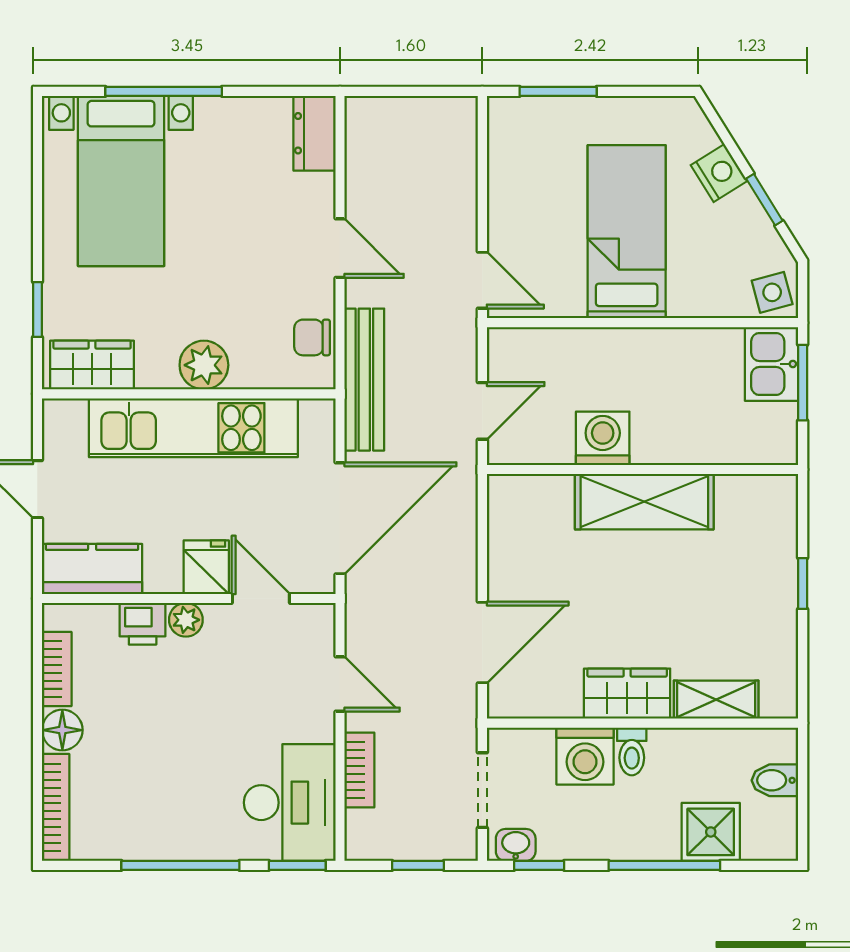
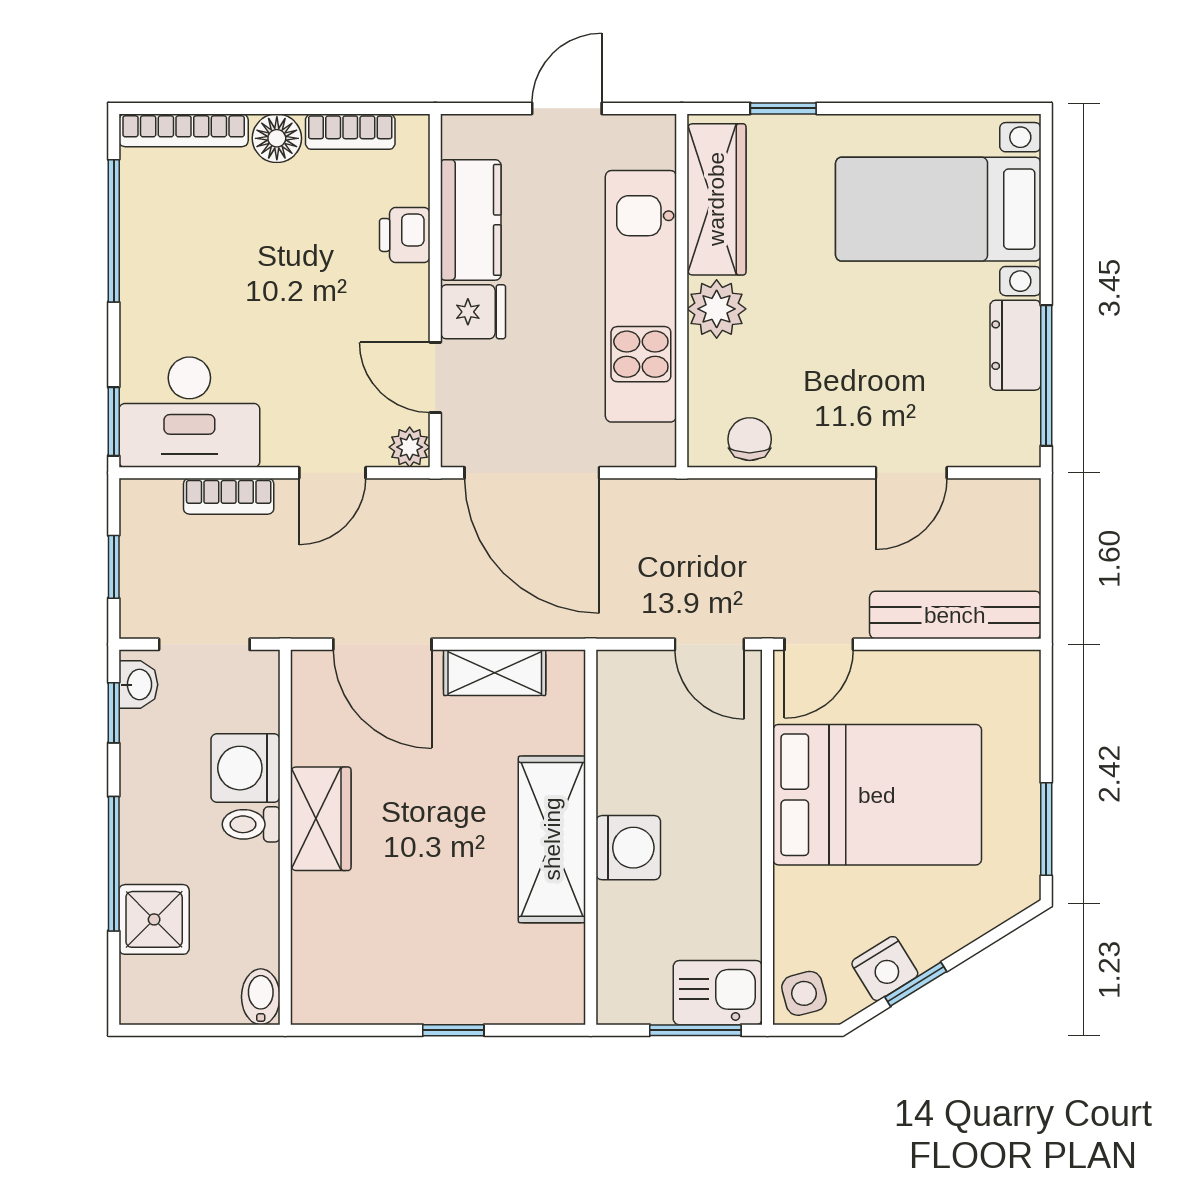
window: (164, 91) -> (1046, 376), moved
window: (558, 91) -> (1046, 829), moved
dresser: (314, 133) -> (1015, 345), moved, turned -90
nightstand: (719, 173) -> (885, 969), moved
bed: (627, 232) -> (877, 795), width x1.50
door: (340, 248) -> (911, 473), moved
wardrobe: (92, 365) -> (716, 199), width x1.50
bench: (364, 380) -> (955, 615), moved
door: (482, 411) -> (709, 644), moved
washing machine: (603, 438) -> (628, 848), moved
kitchen counter: (92, 569) -> (471, 220), moved
door: (261, 598) -> (435, 377), swing flipped
plant: (186, 620) -> (410, 447), moved
shelving: (716, 700) -> (495, 673), moved, turned 90
bidet: (775, 780) -> (261, 997), moved
window: (180, 865) -> (114, 231), moved

